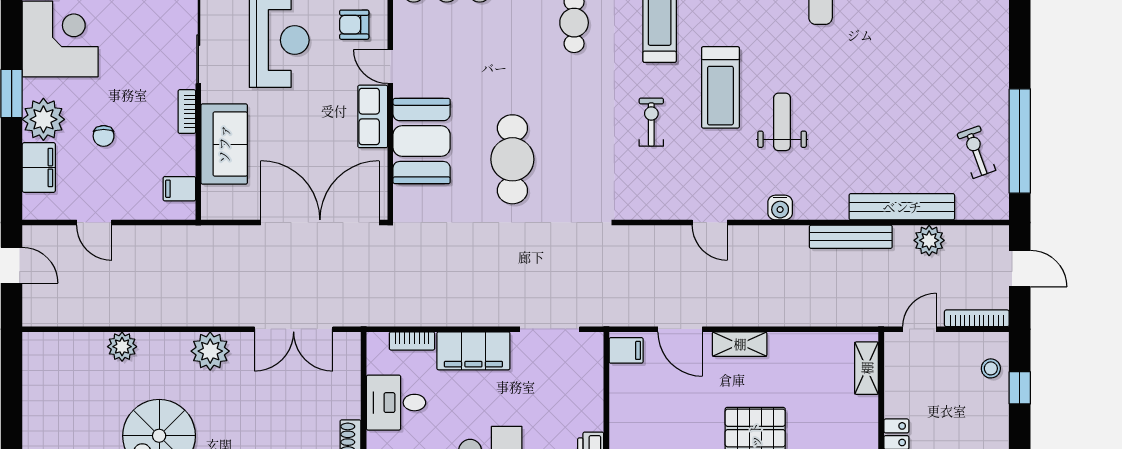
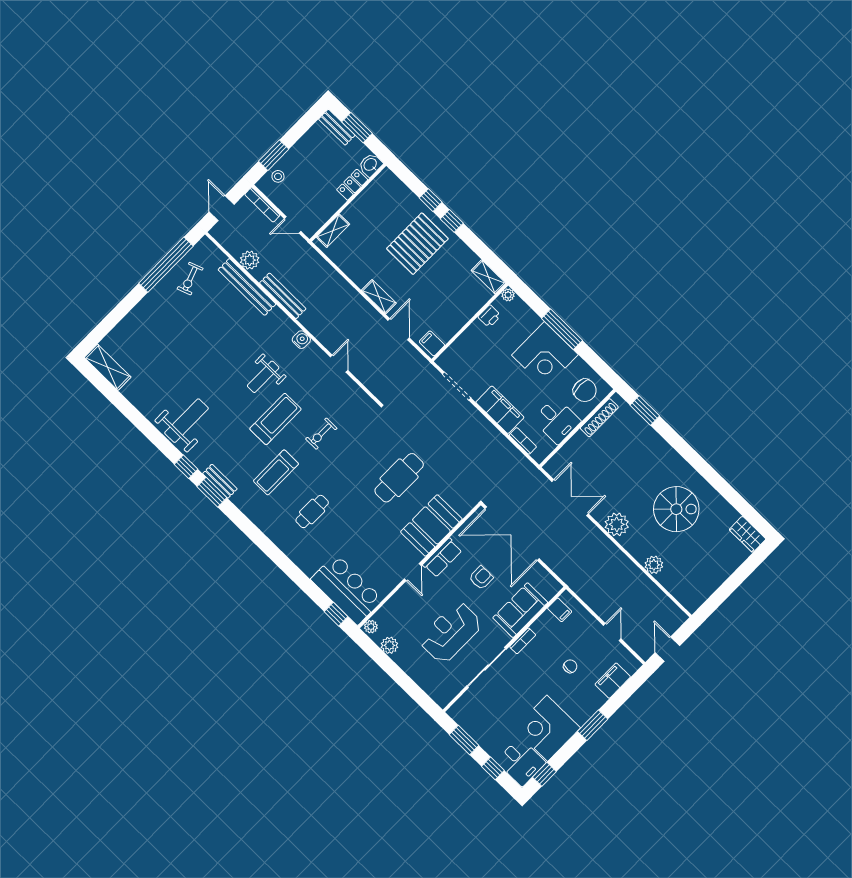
armchair: (354, 25) -> (481, 578), moved, turned -90
plant: (43, 119) -> (590, 700), removed
window: (1020, 388) -> (274, 155), width x1.50

